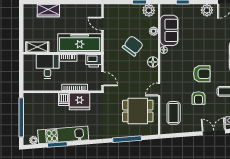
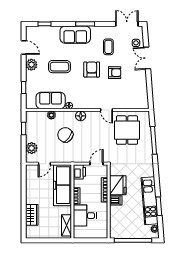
plant: (149, 10) -> (32, 148), moved
coffee table: (174, 113) -> (59, 67), moved

